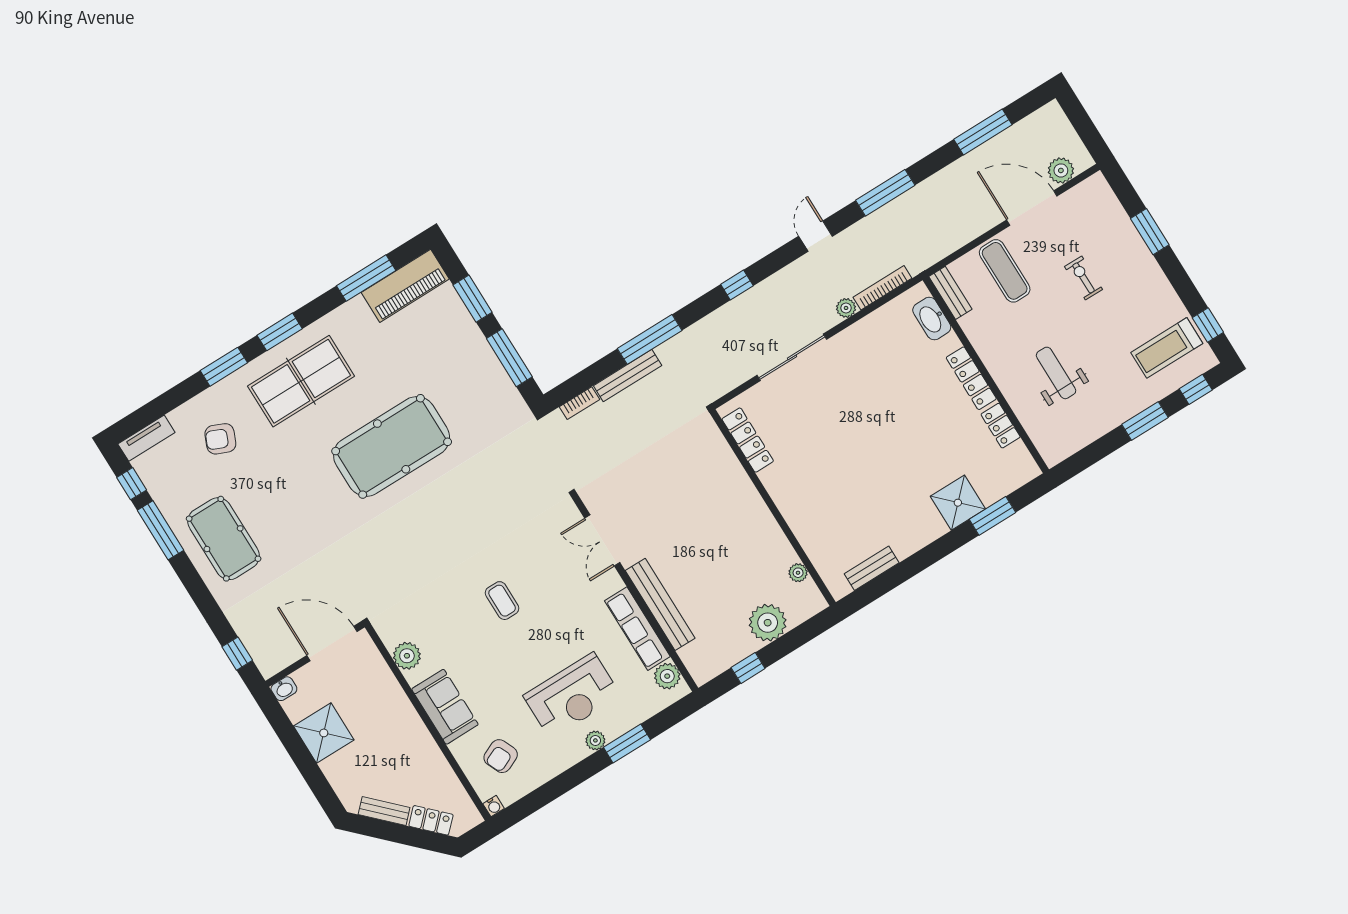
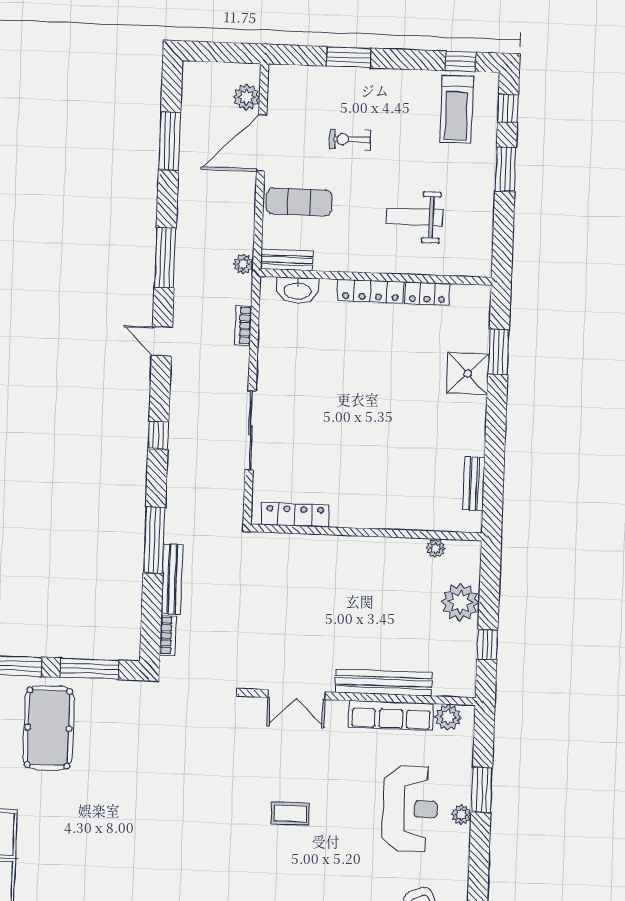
bookcase: (882, 288) -> (243, 325), width x0.64
plant: (846, 308) -> (243, 264), moved
pool table: (392, 446) -> (48, 728), moved, width x0.73, depth x0.76

